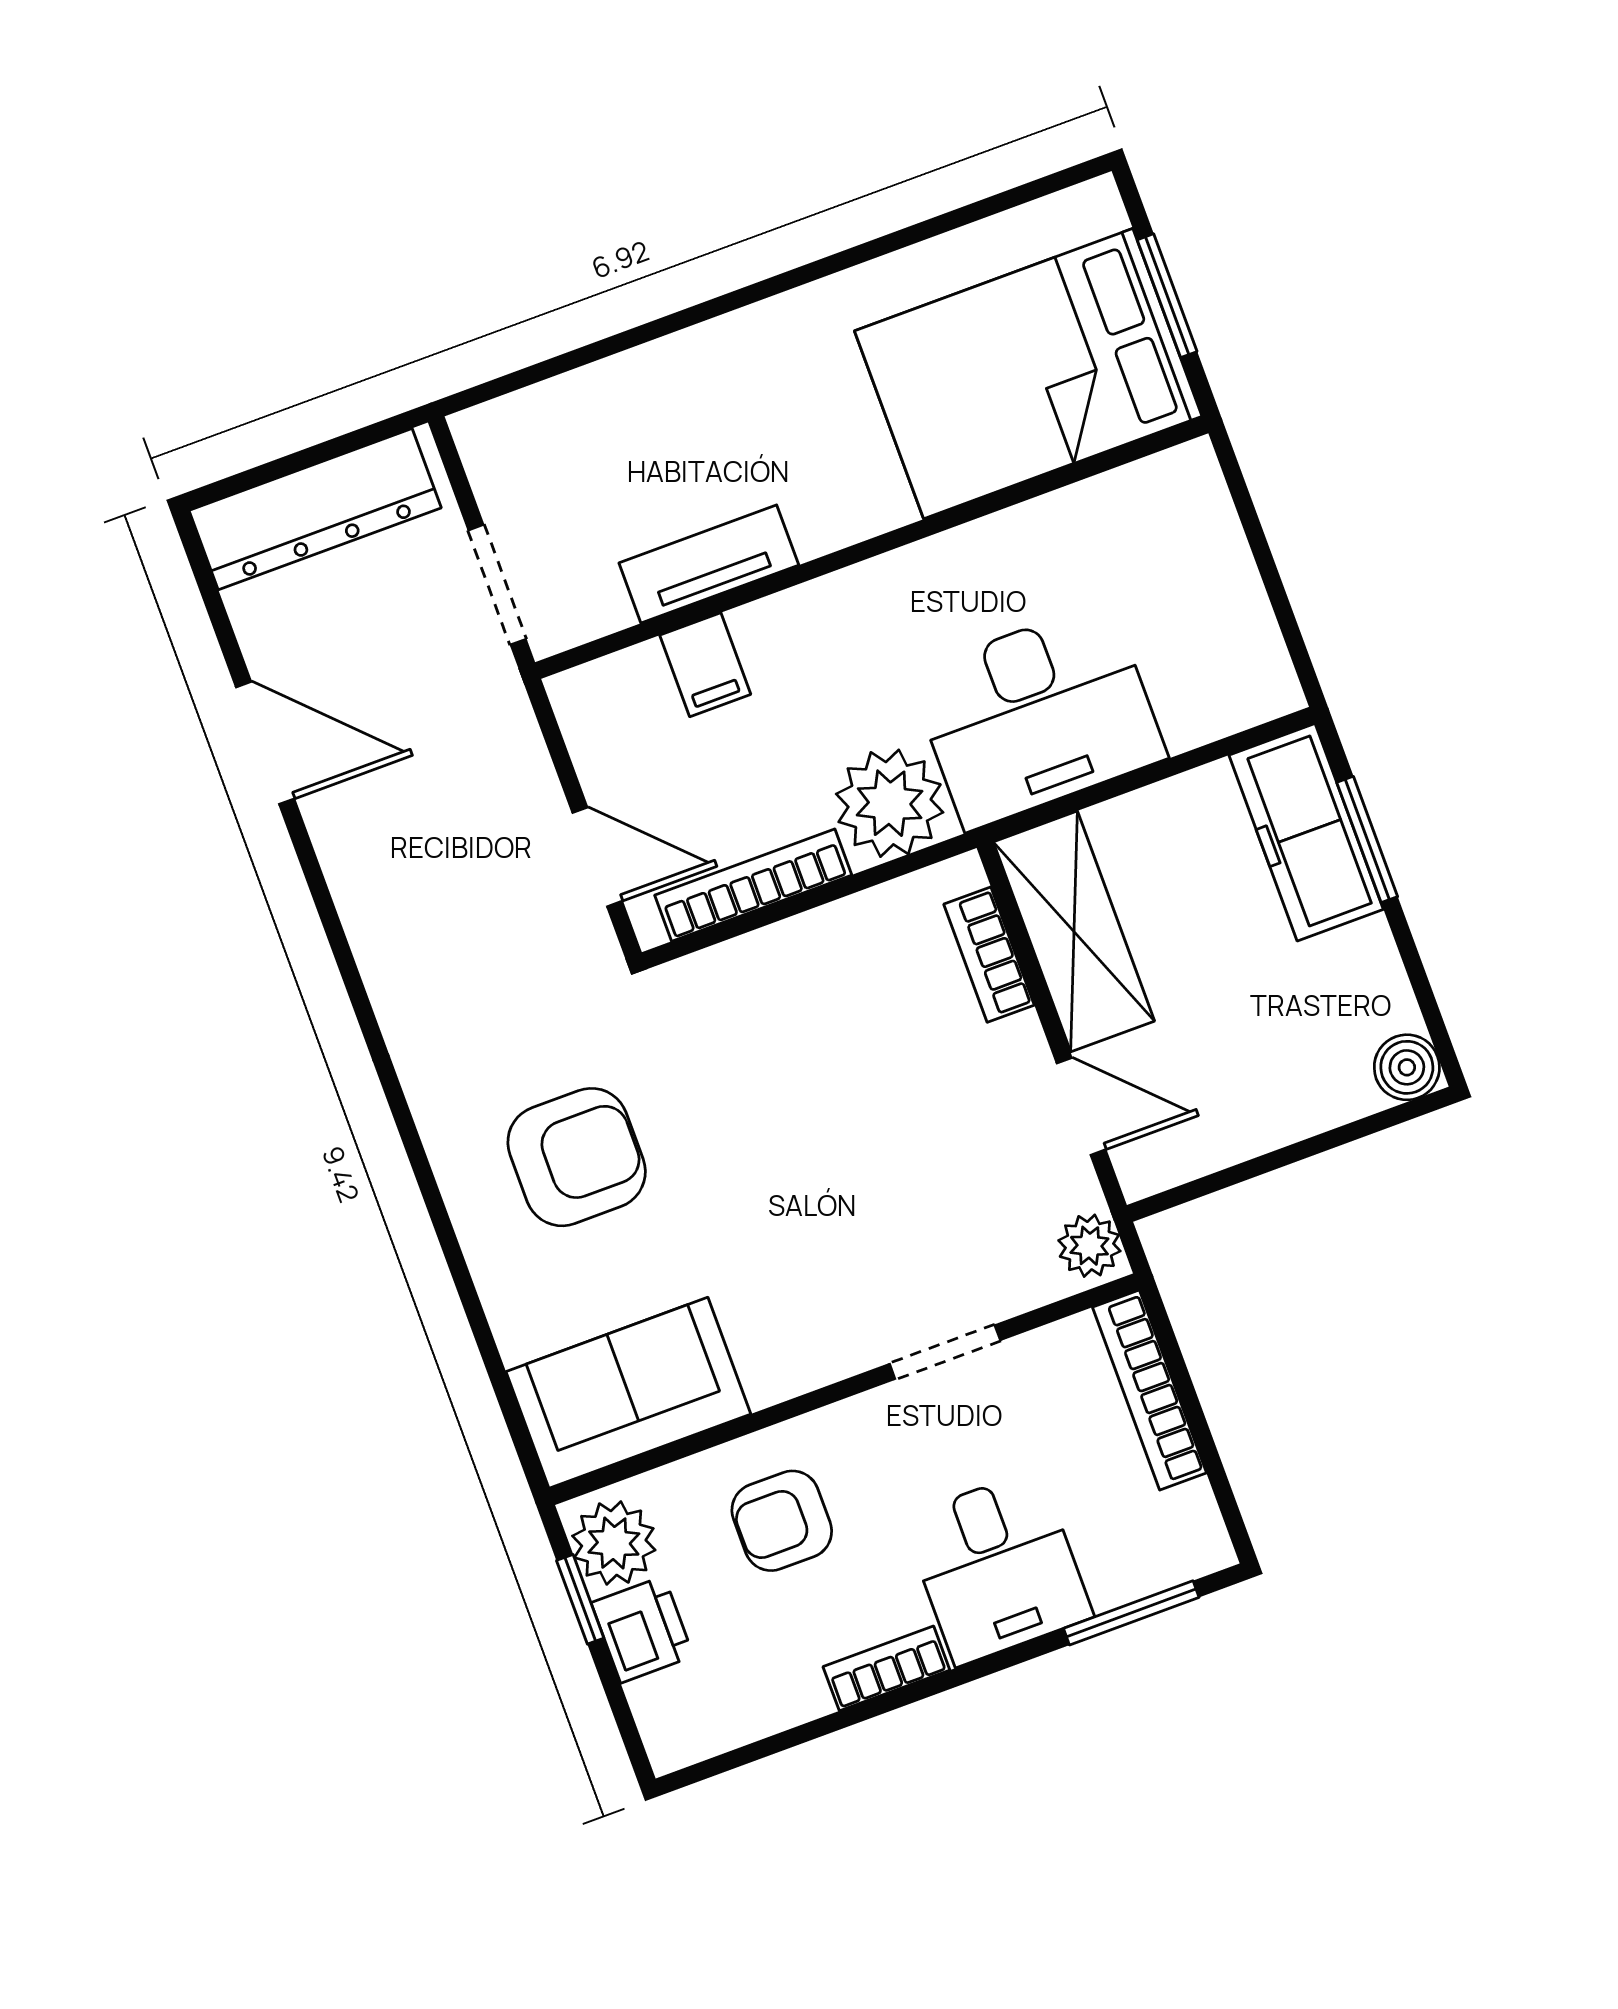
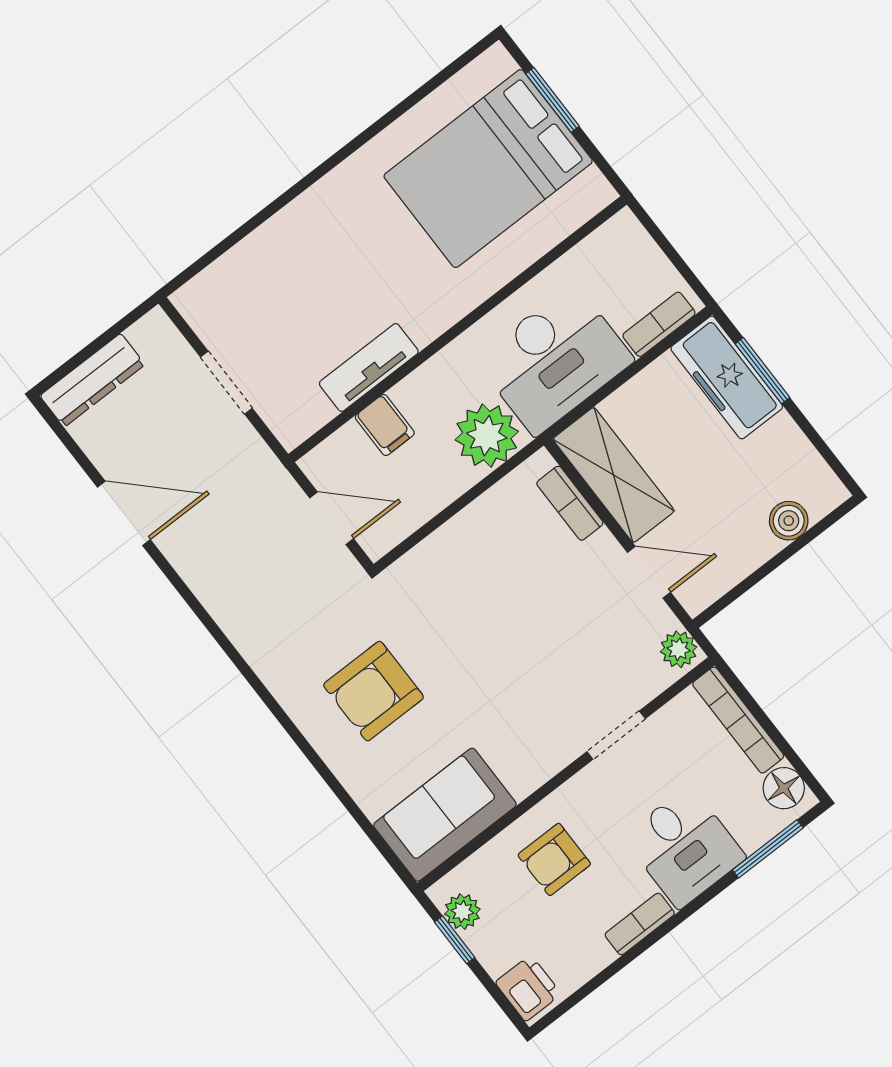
dresser: (315, 509) -> (92, 380), width x0.73, depth x0.80
wall: (872, 548) -> (458, 329), moved
tv unit: (709, 564) -> (369, 368), moved
filing cabinet: (705, 665) -> (385, 425), moved
bookcase: (753, 885) -> (659, 324), moved, width x0.64
boiler: (1407, 1067) -> (789, 521), moved
armchair: (577, 1157) -> (374, 691), turned 180
floor lamp: (1188, 1523) -> (784, 788), added
plant: (614, 1543) -> (462, 912), width x0.73, depth x0.73
printer: (642, 1629) -> (528, 988), moved

